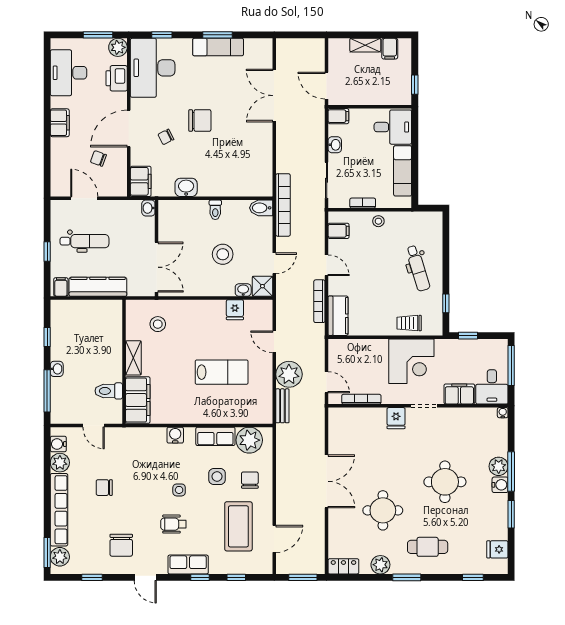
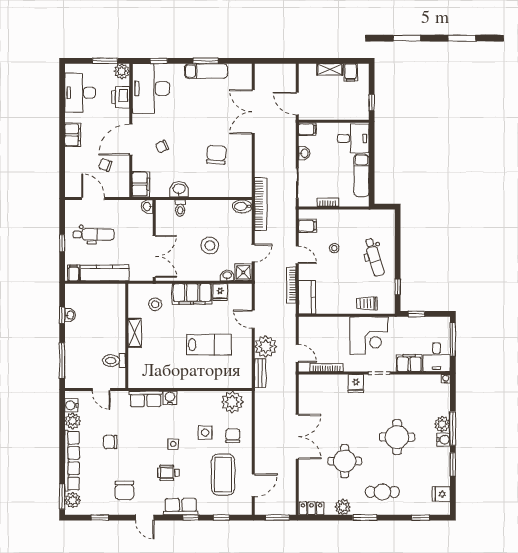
chair: (200, 120) -> (216, 155), moved, turned -85
toilet: (215, 210) -> (180, 208), moved
stool: (378, 221) -> (334, 248), moved
washbasin: (57, 369) -> (70, 315), moved
filing cabinet: (138, 400) -> (192, 294), moved, turned 90
row of seats: (215, 436) -> (146, 399), moved

